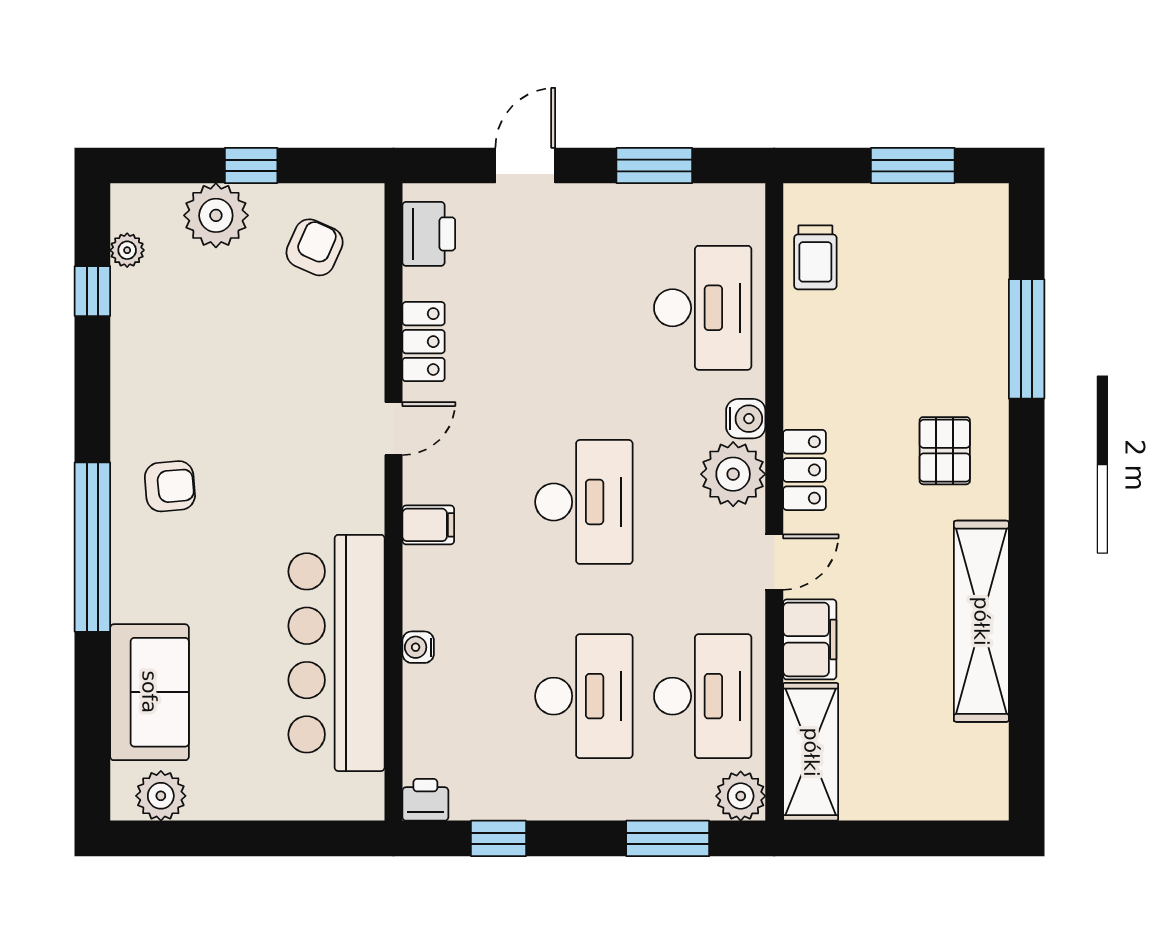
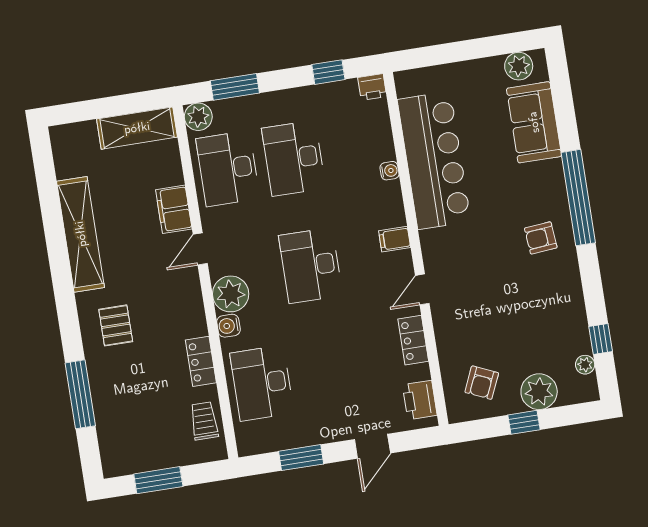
locker: (804, 470) -> (201, 361), moved
shelving: (811, 752) -> (137, 128), moved, turned 90

